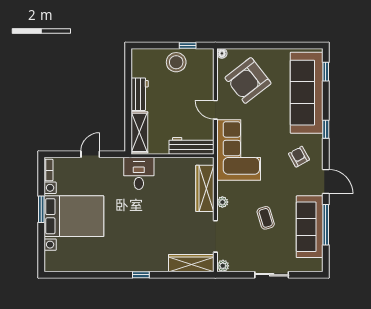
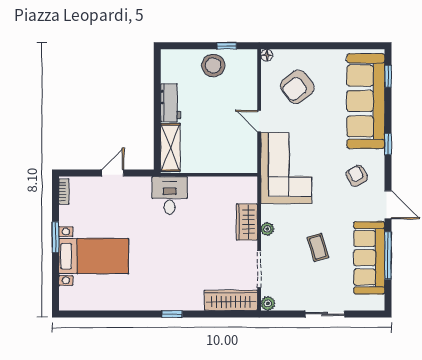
armchair: (248, 80) -> (297, 87), width x0.73, depth x0.73
workbench: (191, 146) -> (231, 163), removed
wardrobe: (205, 188) -> (247, 222), width x0.67
bed with nightstands: (74, 216) -> (94, 256), width x0.73

